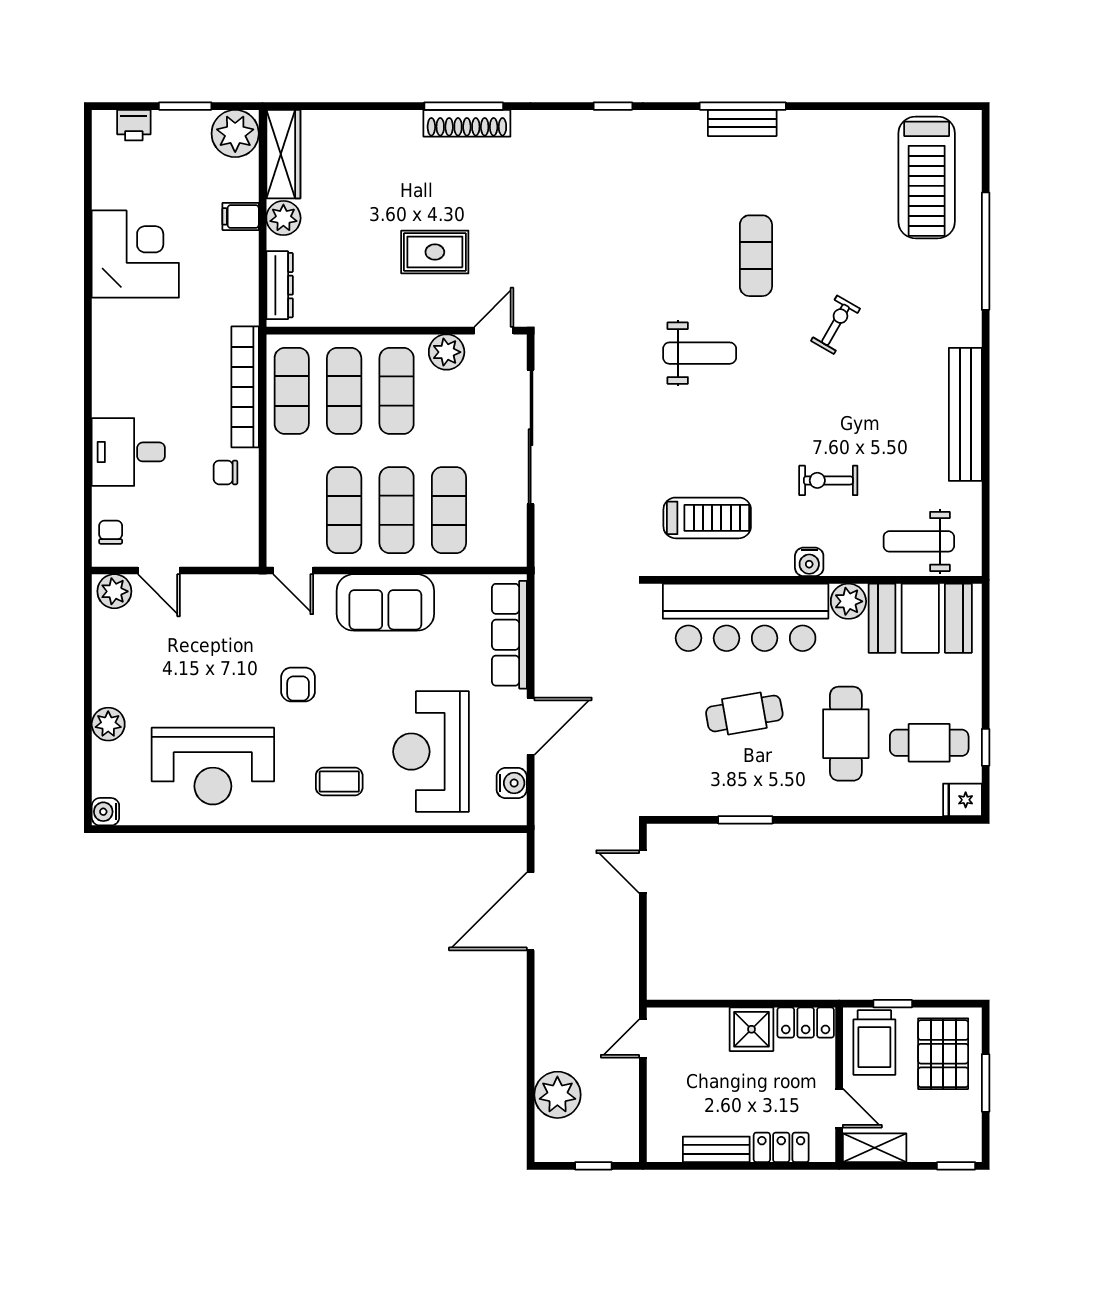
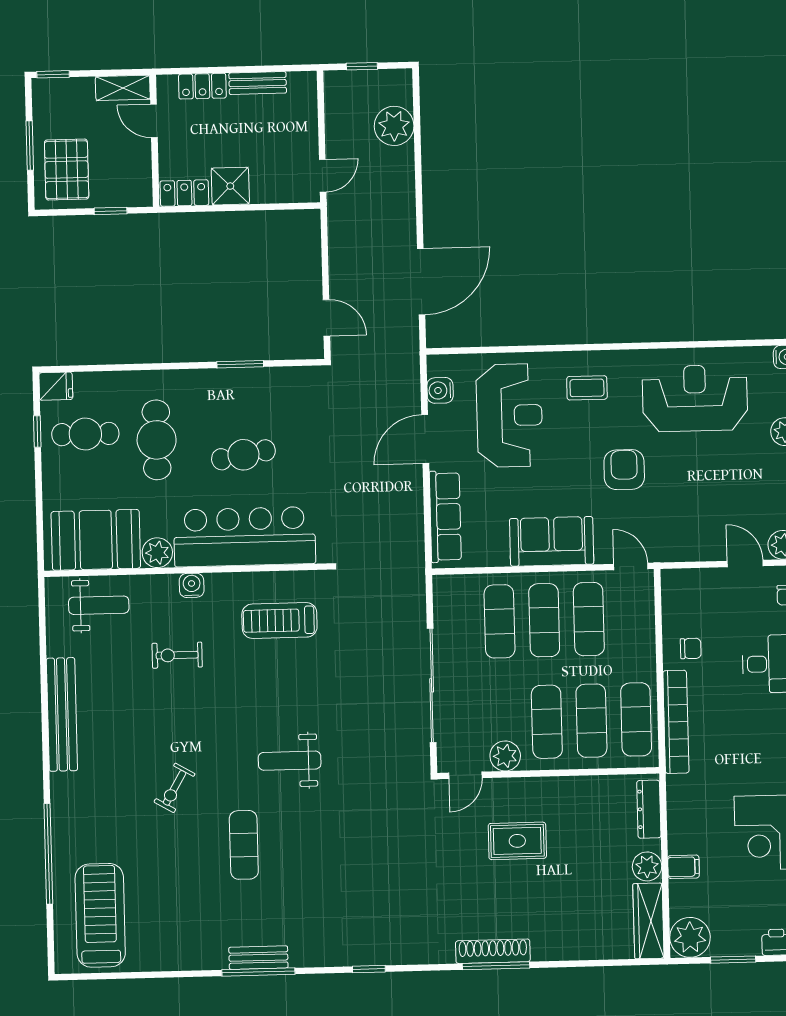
exercise bike: (828, 480) -> (177, 655), turned 180
armchair: (298, 684) -> (624, 470), width x1.38, depth x1.38
trolley: (874, 1043) -> (125, 177), removed

